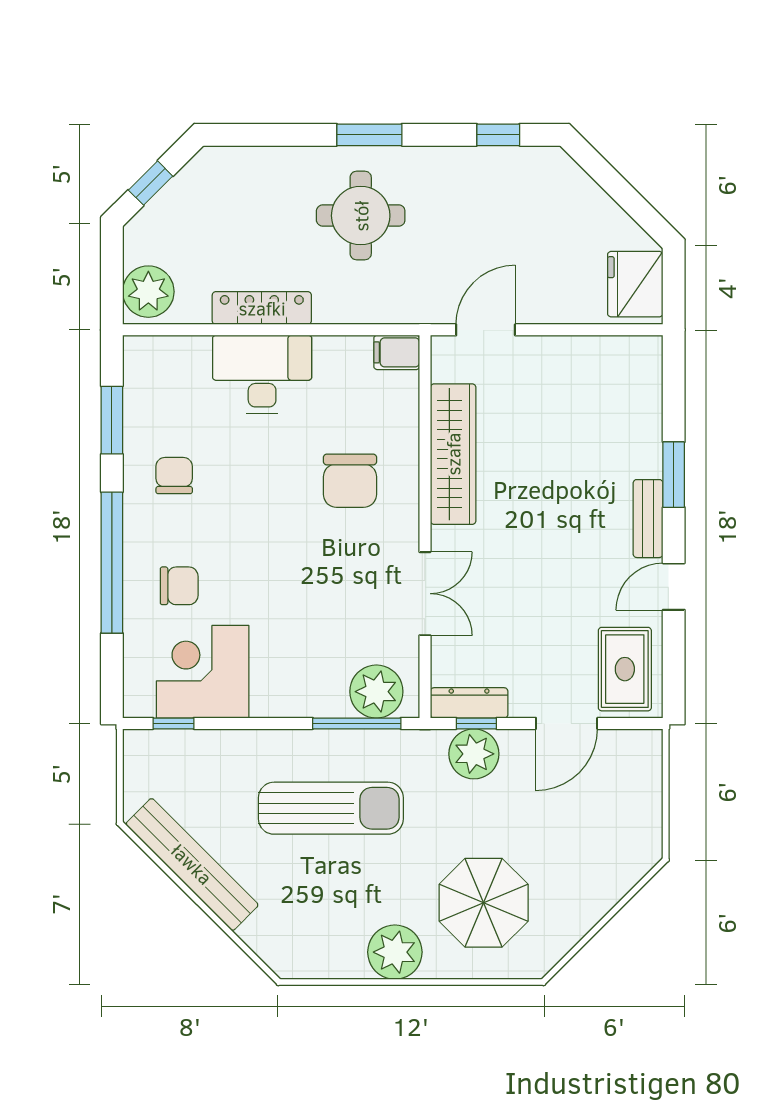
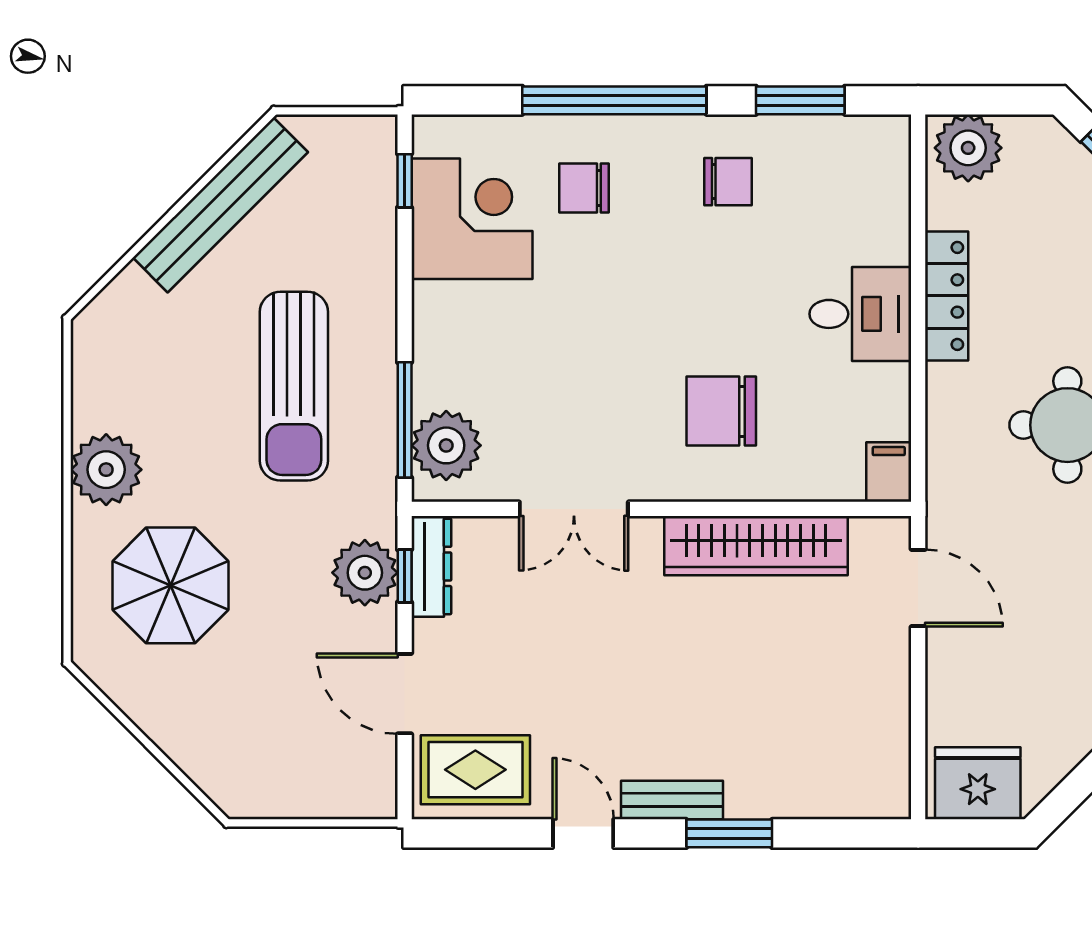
desk: (262, 374) -> (860, 314), width x0.73
chair: (179, 586) -> (584, 188), turned 90

